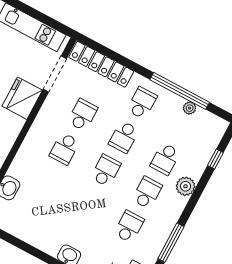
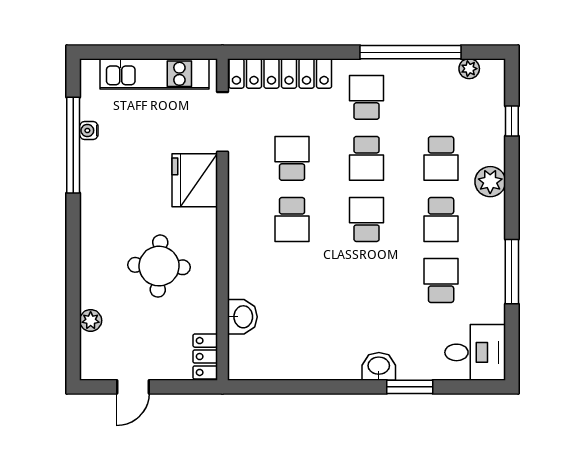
plant: (190, 108) -> (469, 69), moved
school desk: (147, 193) -> (441, 219), turned 180

